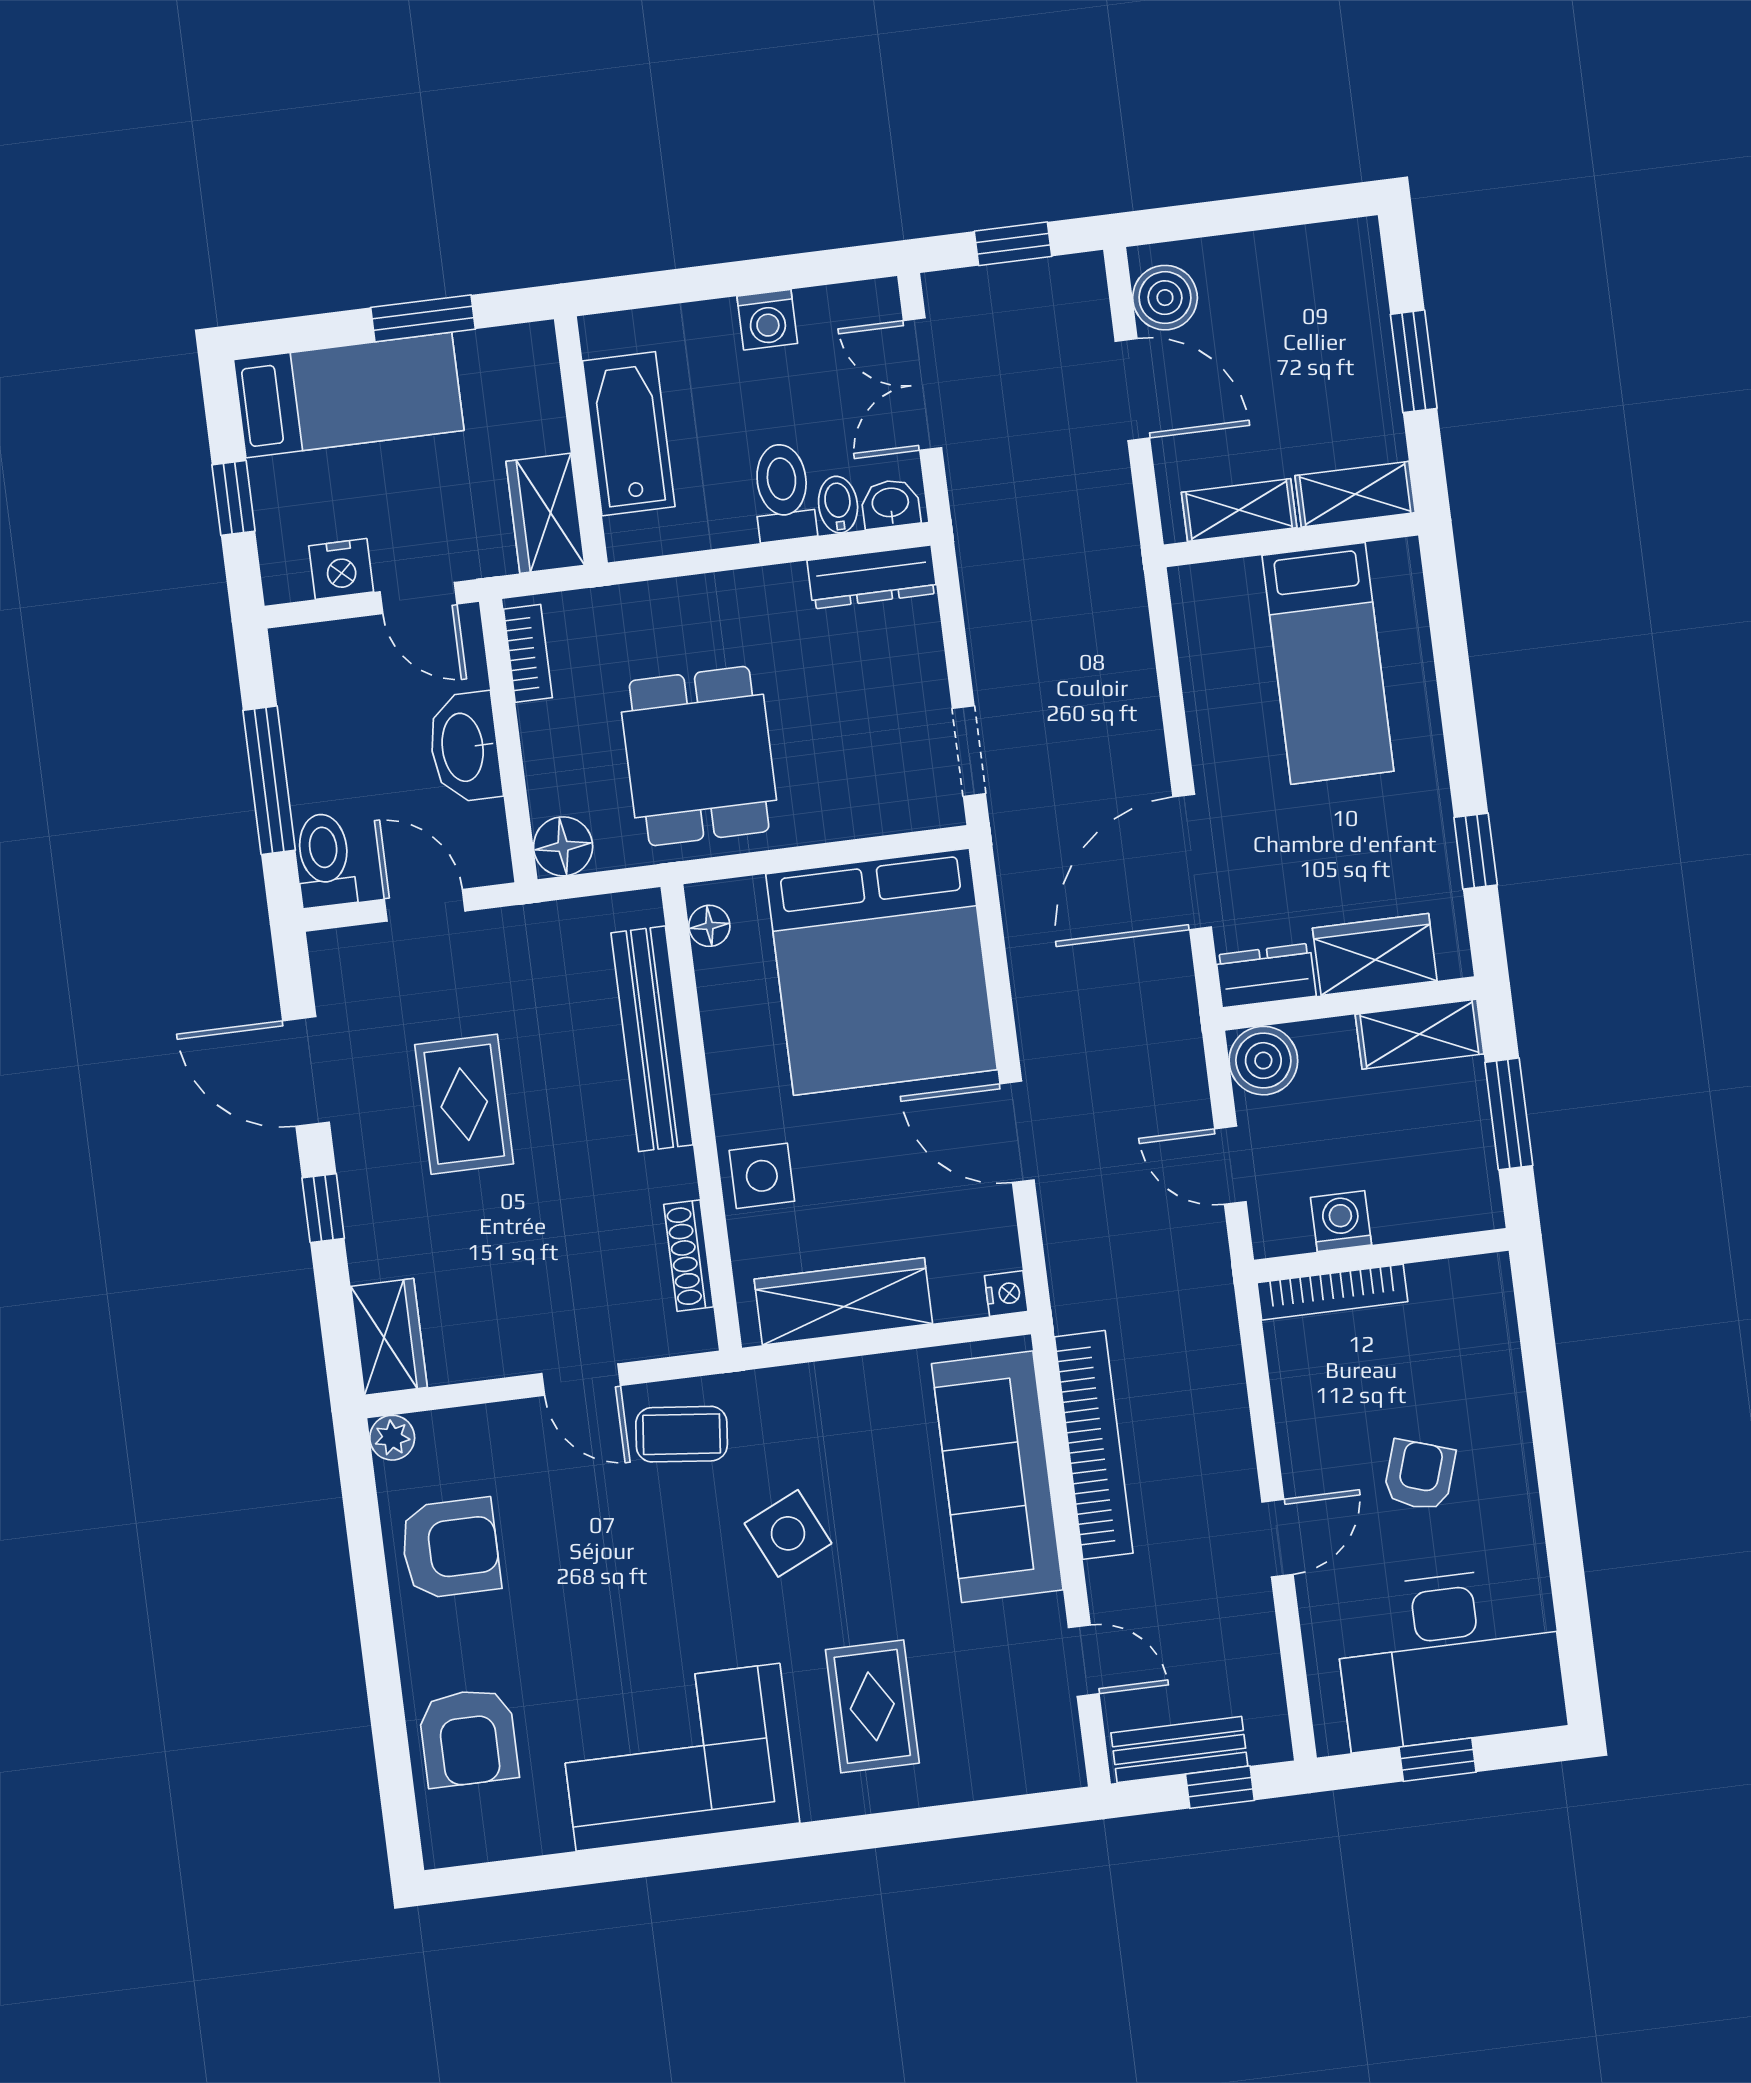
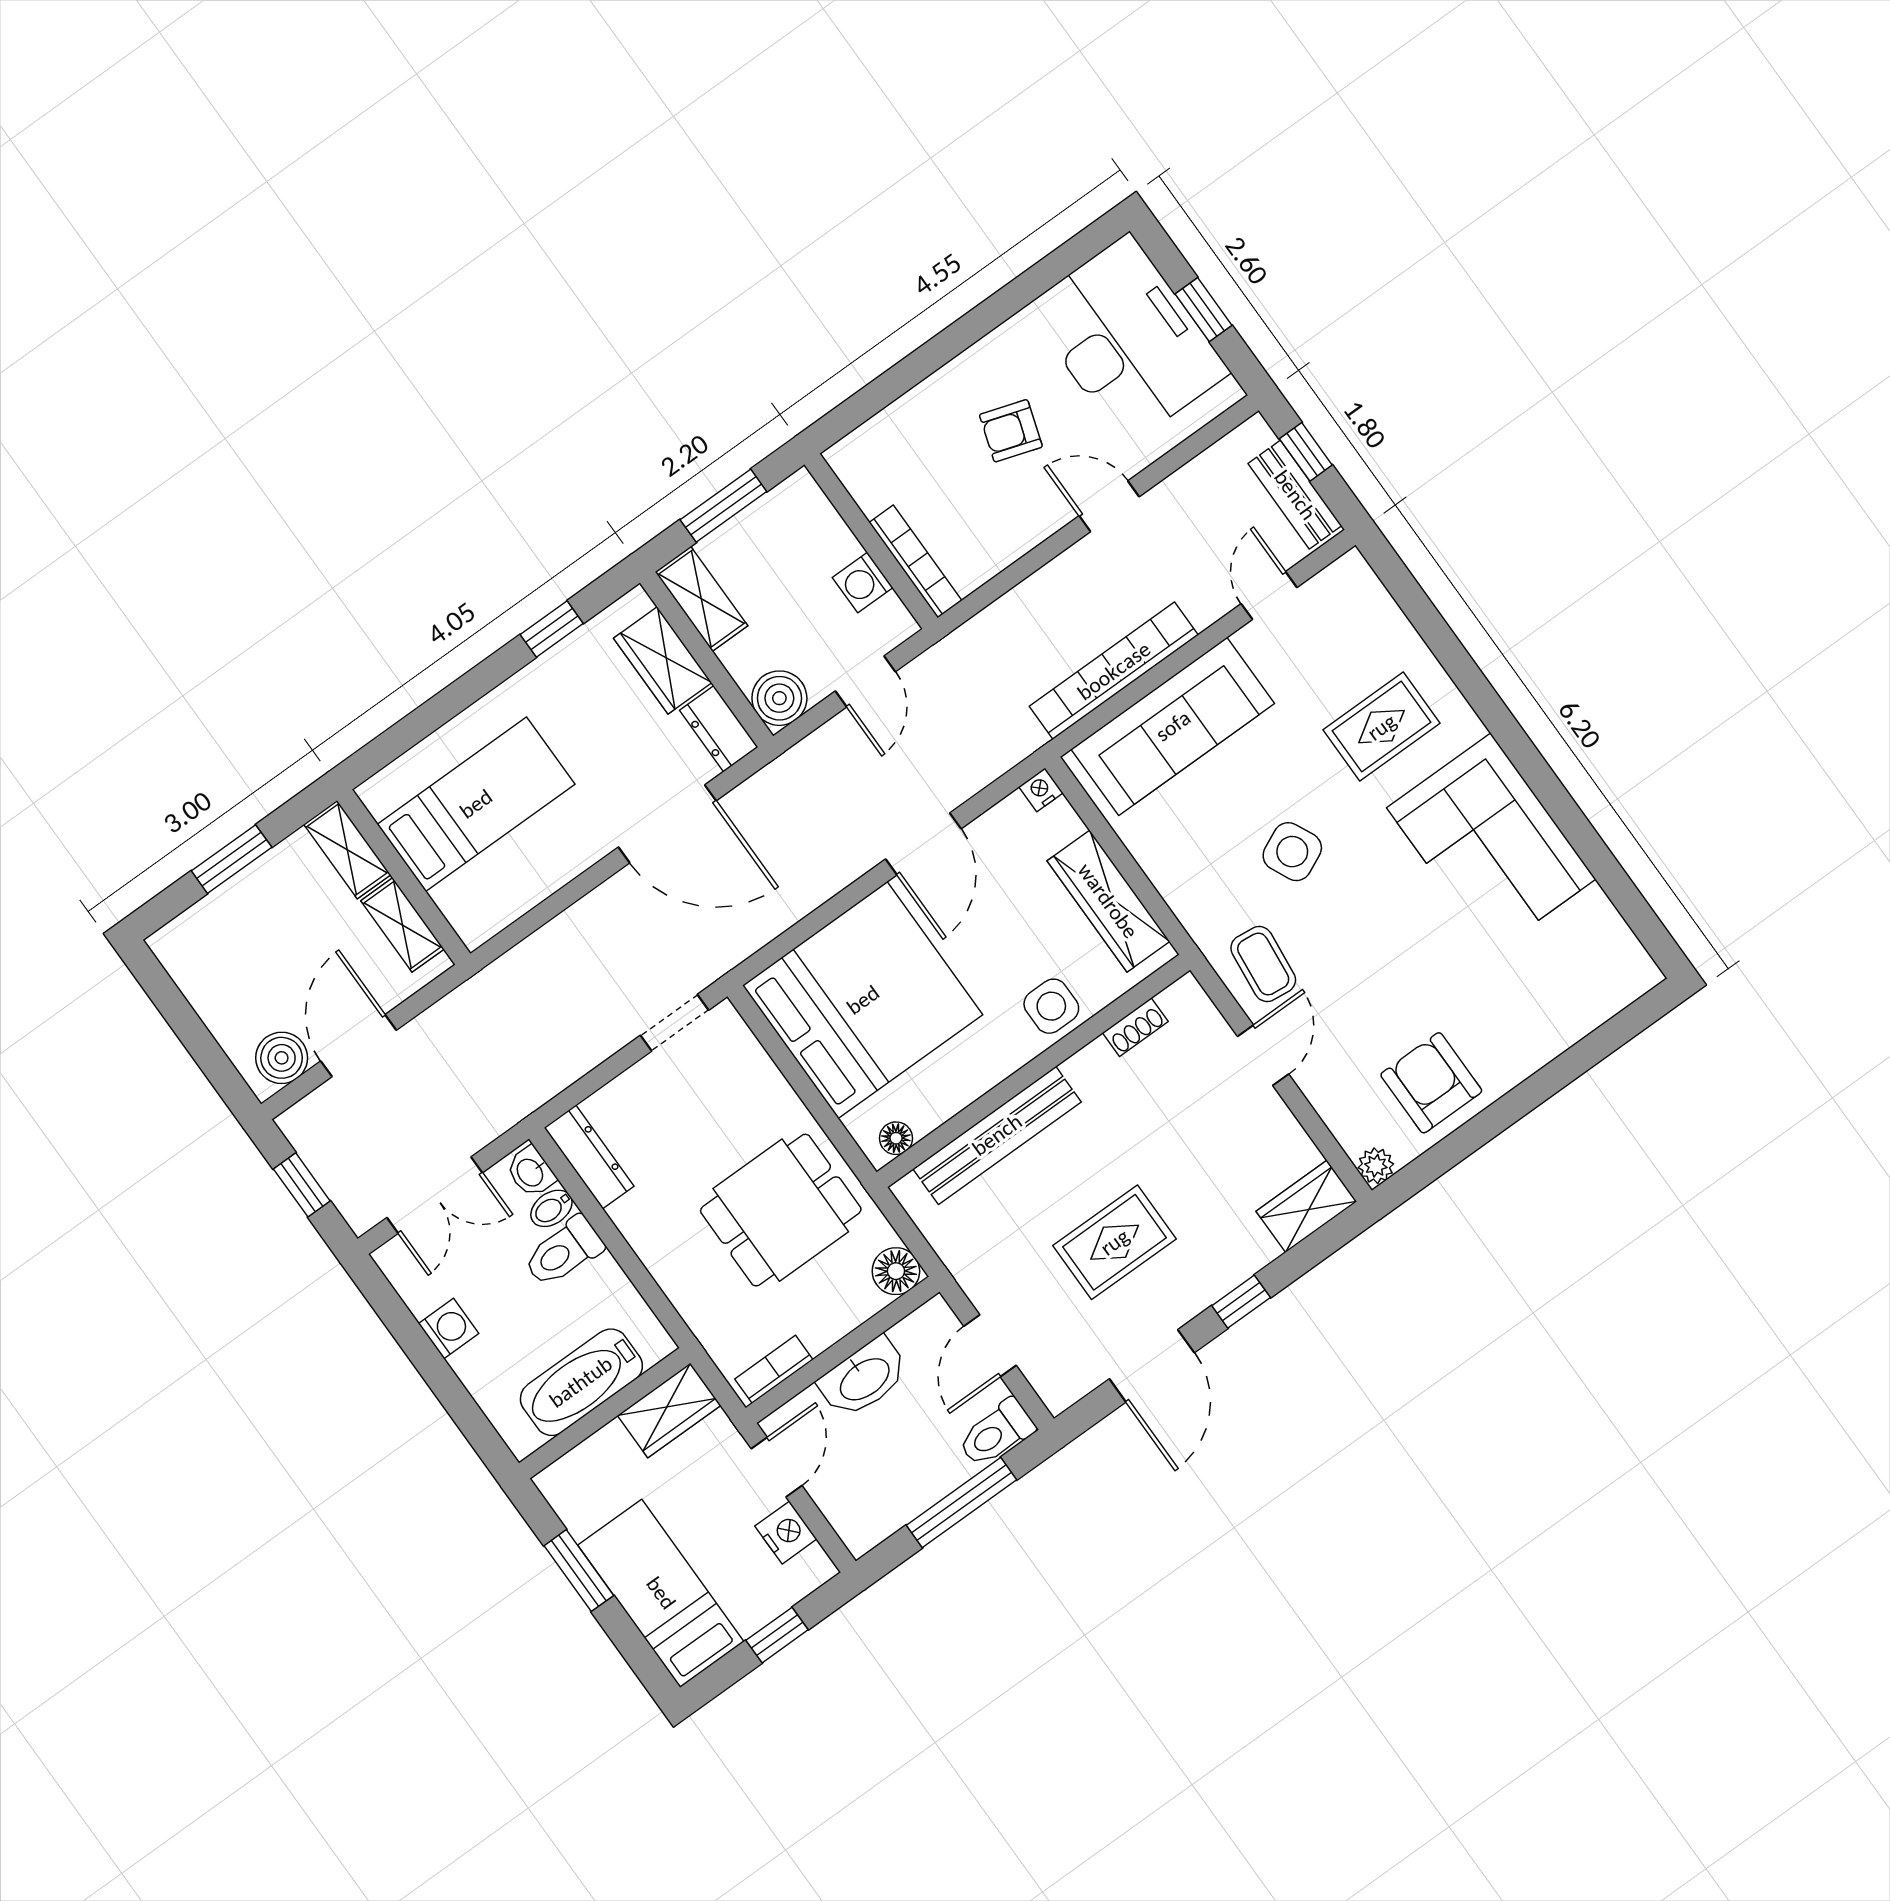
shoe rack: (689, 1256) -> (1135, 1027), width x0.70
armchair: (468, 1738) -> (1557, 998), removed

